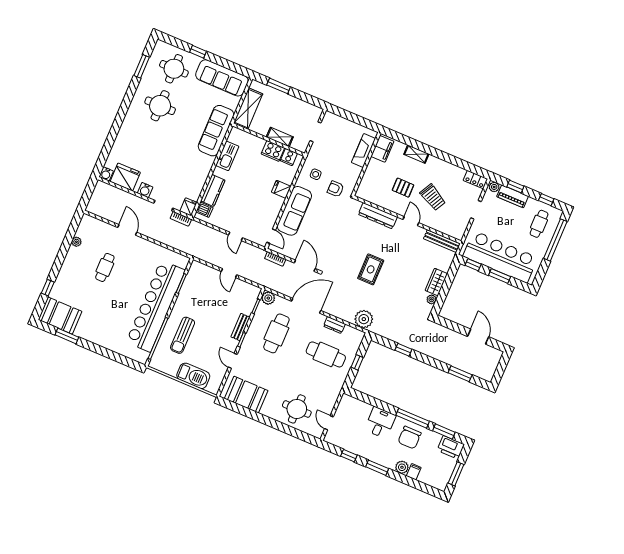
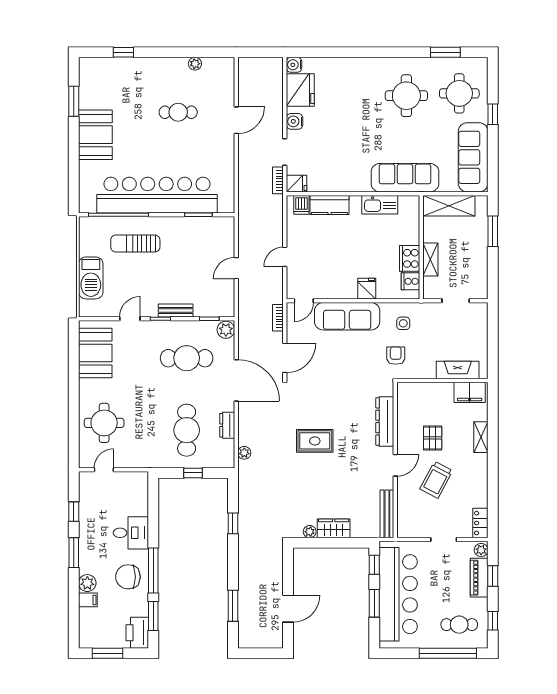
booth: (60, 316) -> (95, 135), moved
plant: (364, 319) -> (244, 453), width x0.53, depth x0.53

